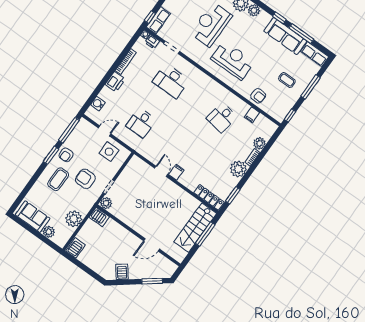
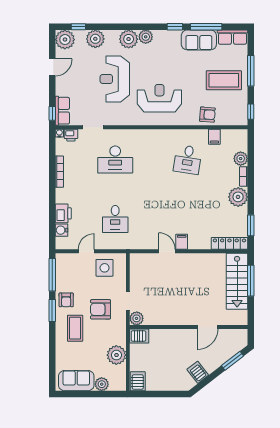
sofa: (285, 36) -> (199, 40), width x0.73
coffee table: (287, 80) -> (224, 80), width x1.86, depth x1.72
printer: (115, 82) -> (63, 213), moved

